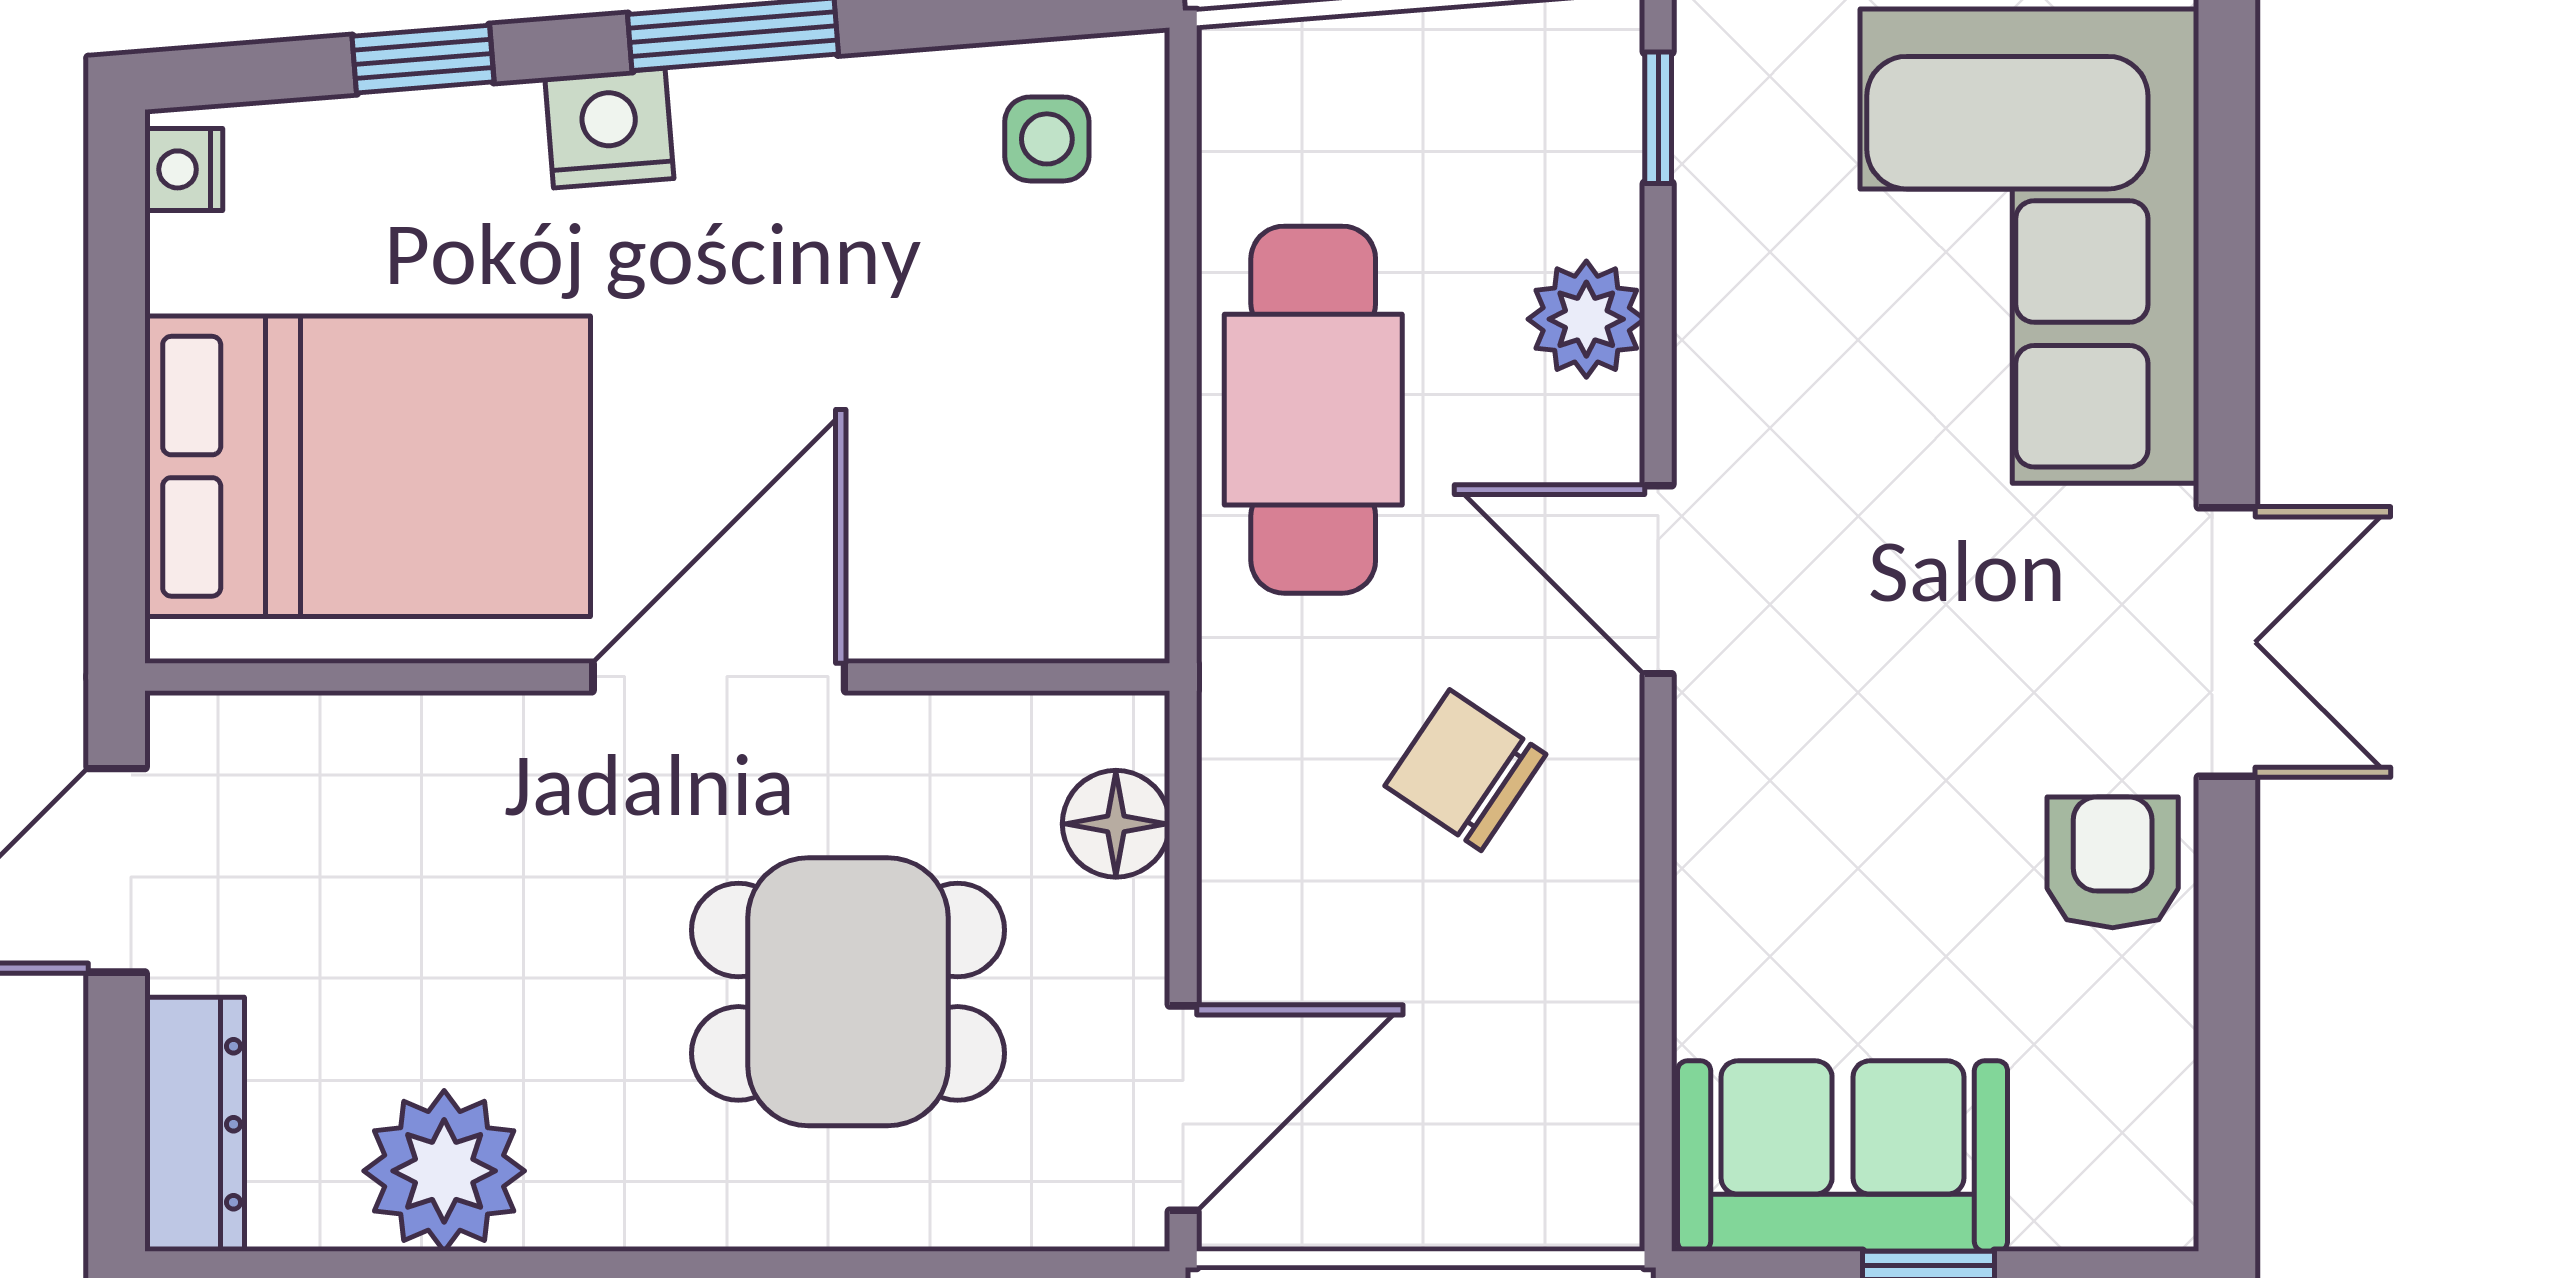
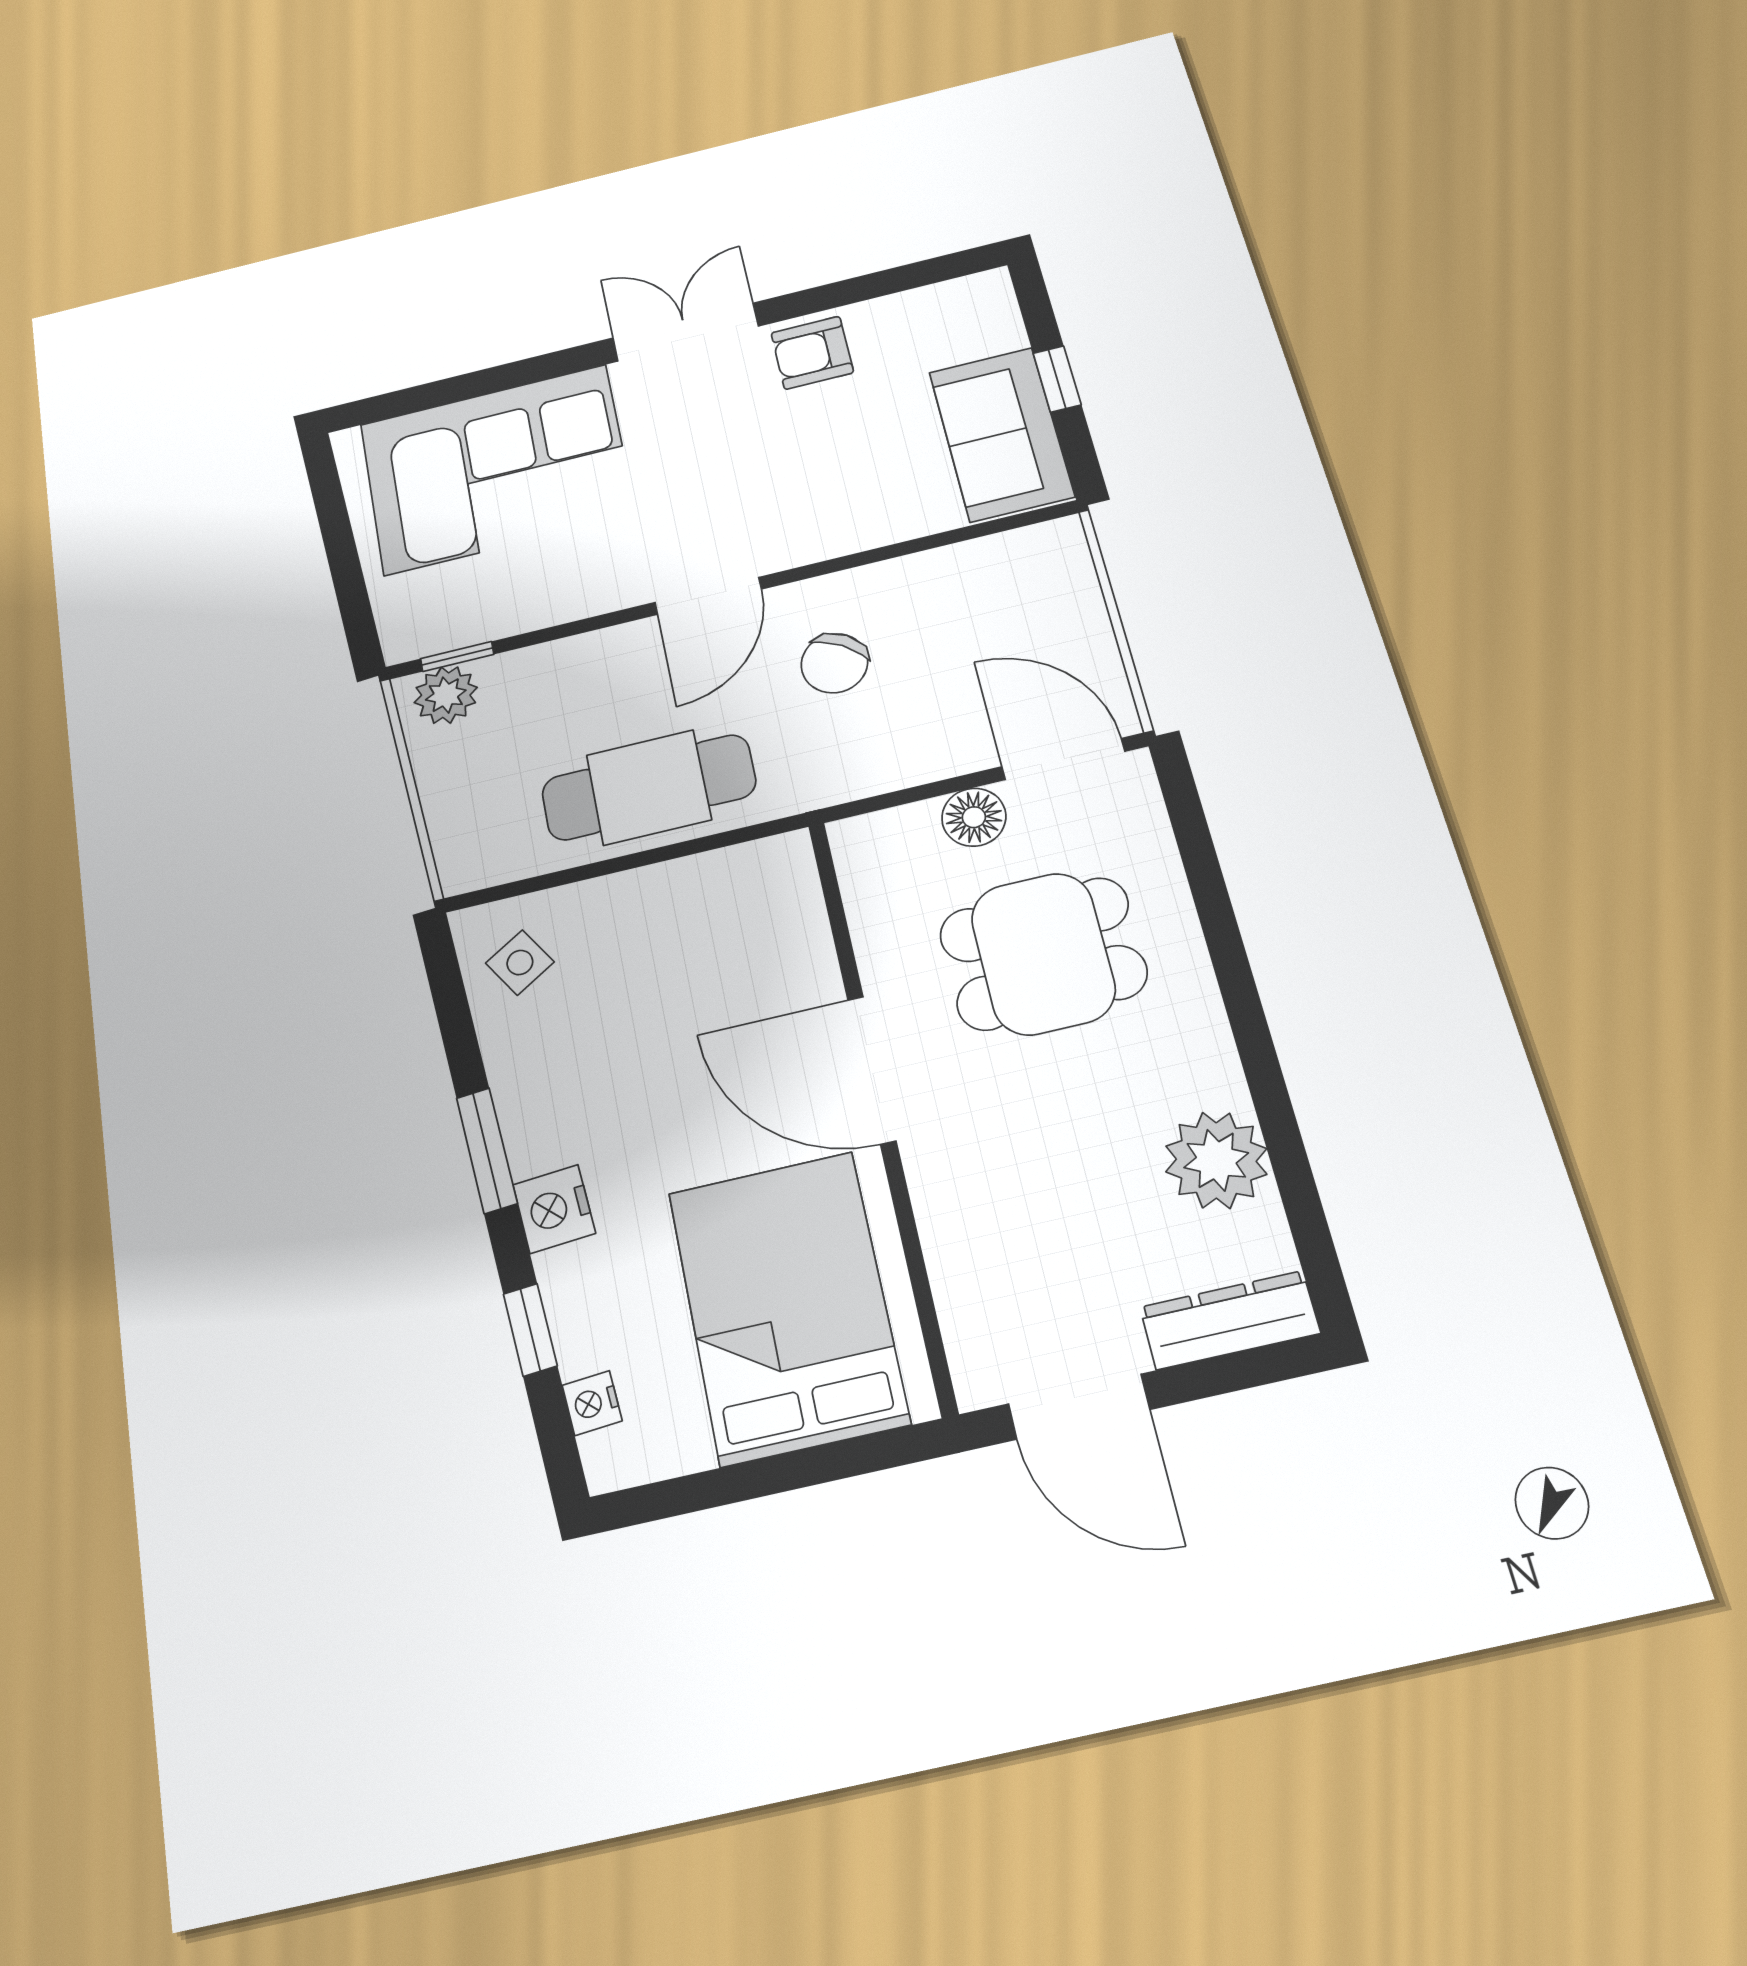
side table: (1047, 139) -> (520, 963), turned -32
nightstand: (184, 169) -> (592, 1403), moved, turned 85
plant: (1586, 319) -> (446, 695), moved
floor lamp: (1116, 824) -> (974, 817), moved
dining table: (848, 992) -> (1043, 954), turned 90

